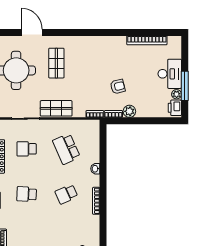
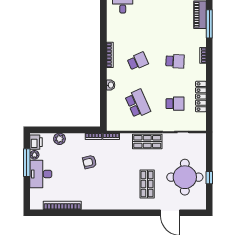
plant: (129, 111) -> (59, 139), moved

